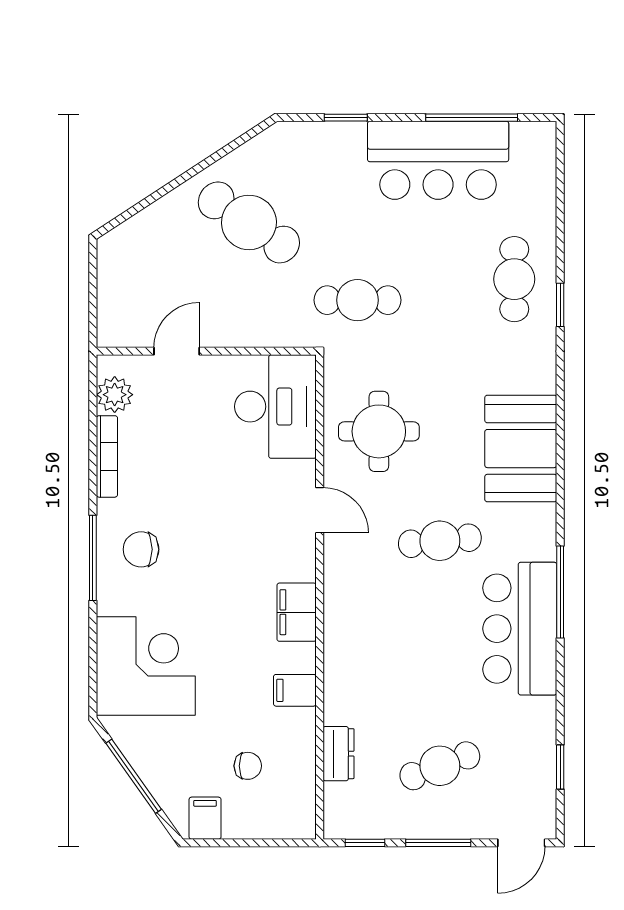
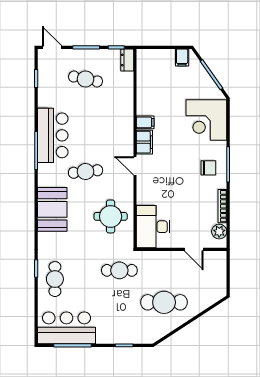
bar counter: (438, 160) -> (66, 328), moved
cafe table: (249, 222) -> (164, 302), turned -34
door: (177, 351) -> (194, 249), hinge flipped
door: (320, 510) -> (135, 166), moved
filing cabinet: (295, 690) -> (145, 122), moved
dresser: (338, 754) -> (127, 60), moved
chair: (248, 766) -> (164, 79), removed
cafe table: (440, 766) -> (86, 79), turned 33
door: (521, 843) -> (52, 47), hinge flipped

